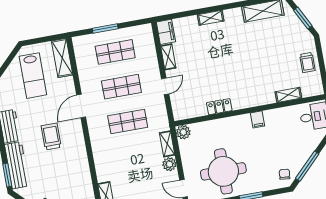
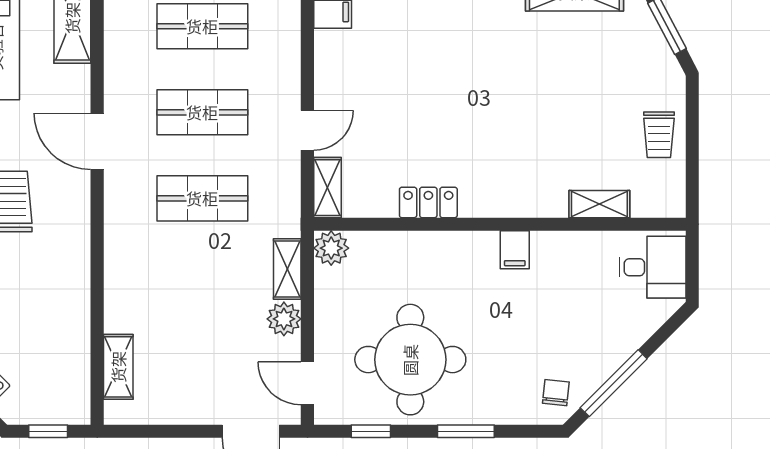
shelving: (168, 57) -> (327, 188), moved
door: (81, 106) -> (97, 141), hinge flipped

